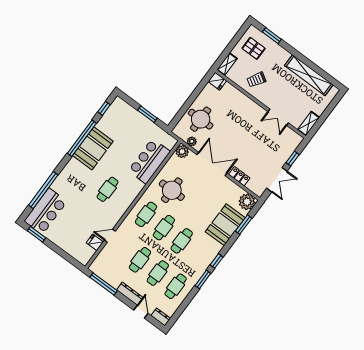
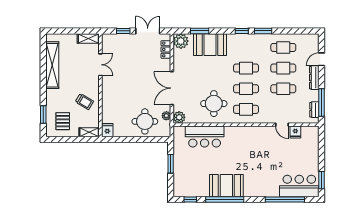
locker: (239, 176) -> (166, 49), moved
cafe table: (108, 189) -> (249, 152), removed
dresser: (161, 317) -> (314, 110), moved

